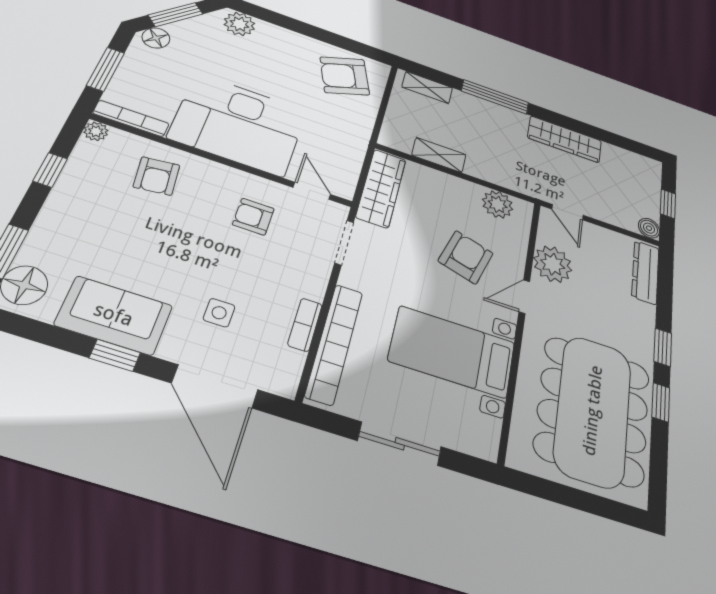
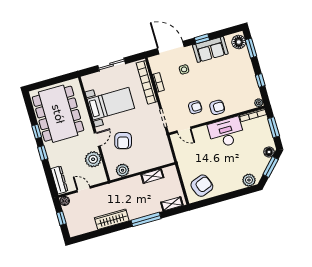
desk: (239, 124) -> (226, 133), width x0.73, depth x0.77
armchair: (157, 176) -> (217, 107), moved, turned 97
wardrobe: (381, 188) -> (164, 147), removed
door: (567, 212) -> (84, 189), moved

